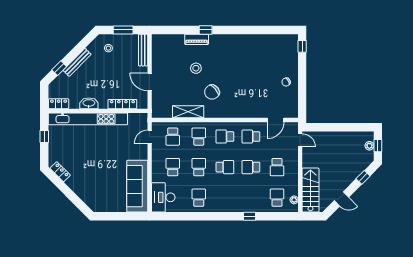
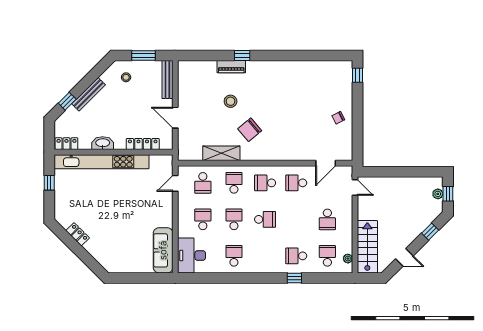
school desk: (251, 167) -> (296, 256), moved
locker: (60, 172) -> (78, 234), moved
sofa: (137, 186) -> (163, 250), width x0.74, depth x0.79

